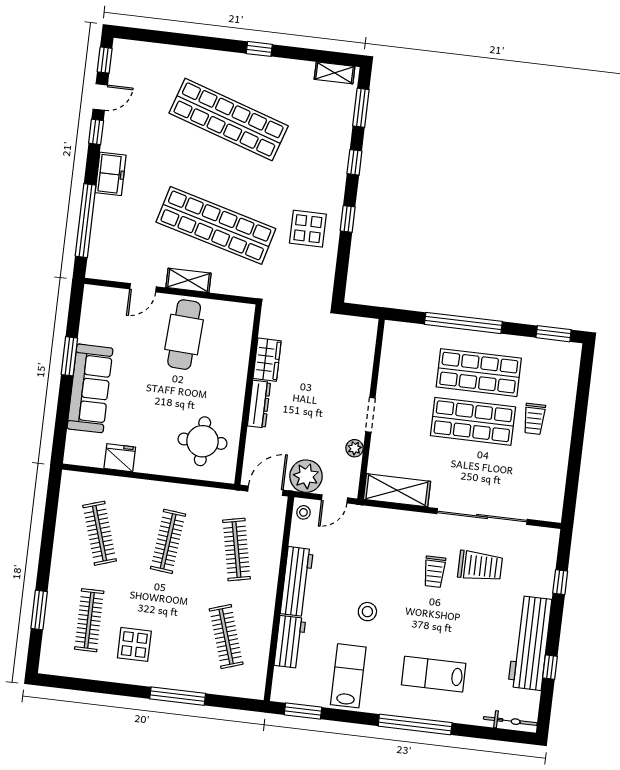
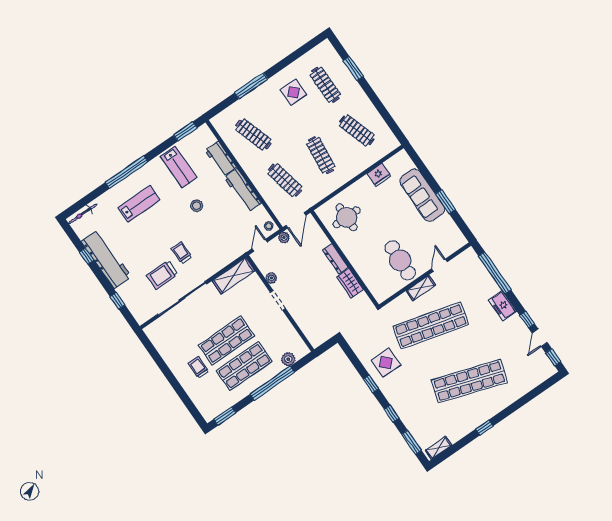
plant: (420, 335) -> (288, 359), added
plant: (306, 476) -> (284, 238), width x0.53, depth x0.53

